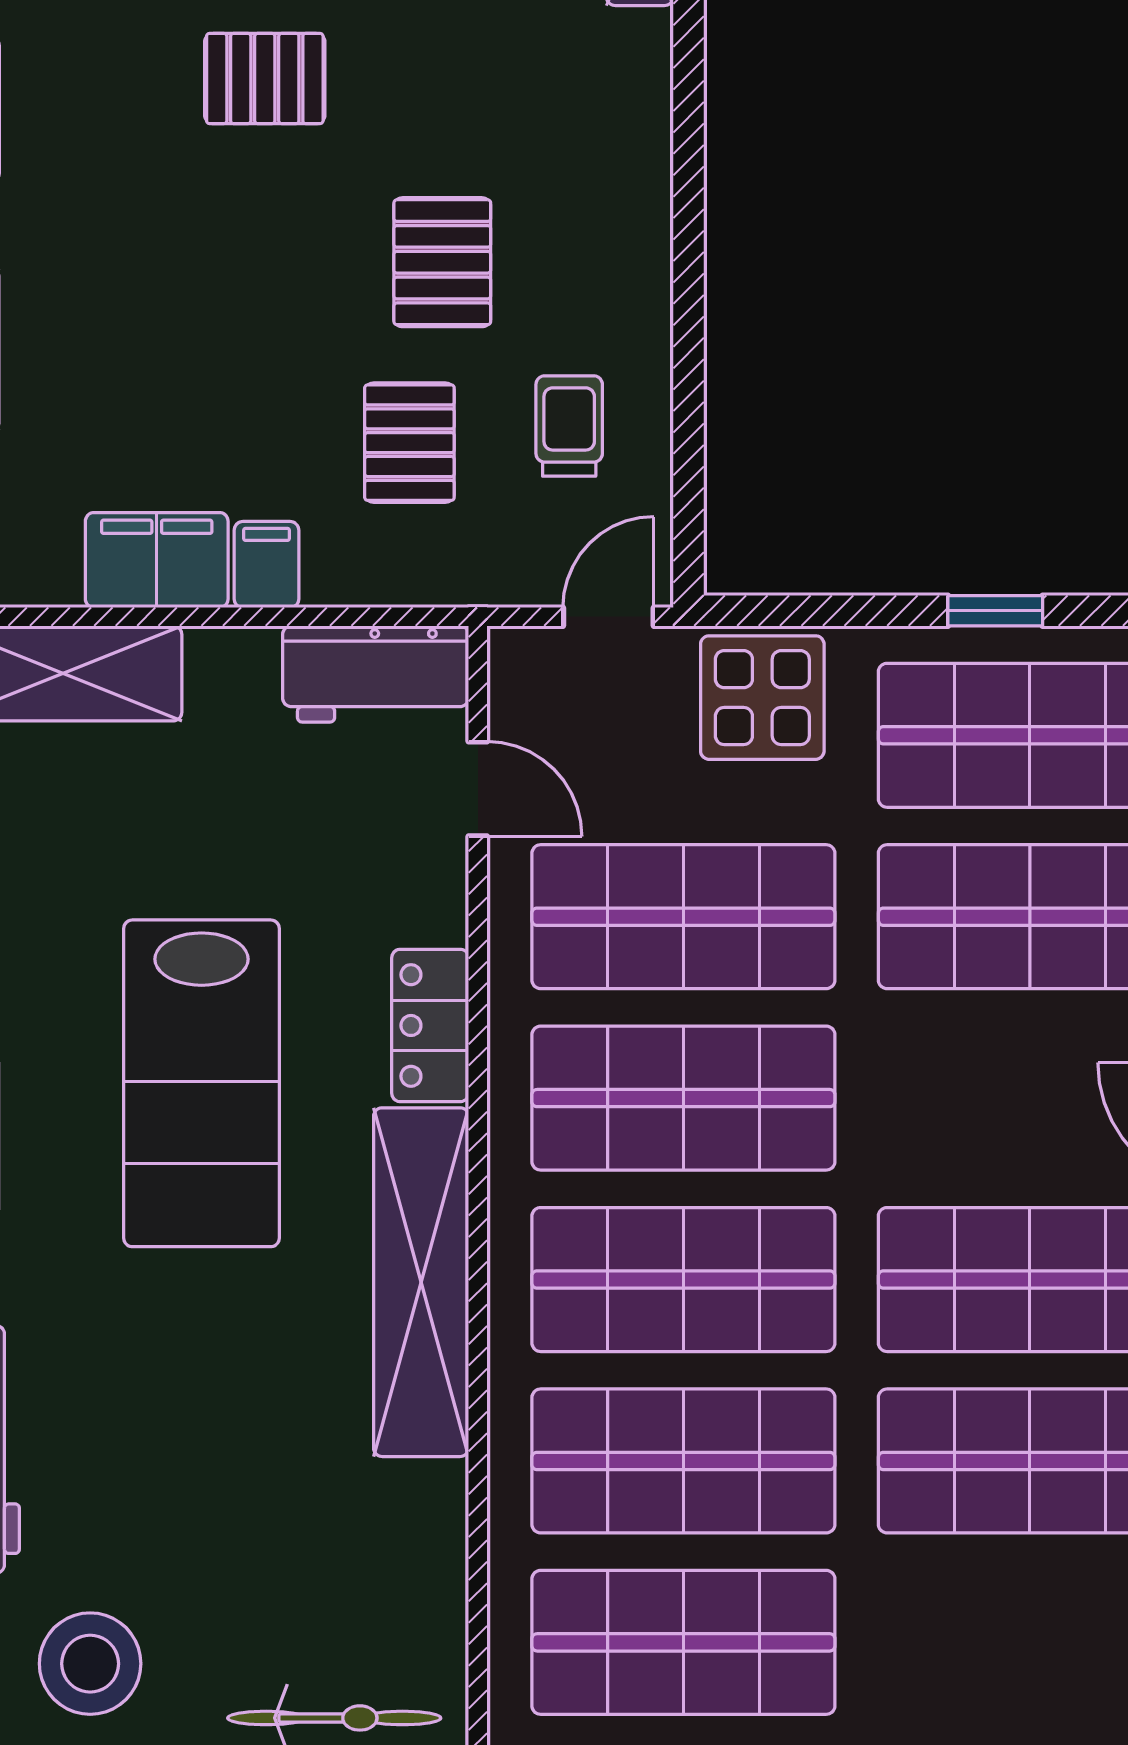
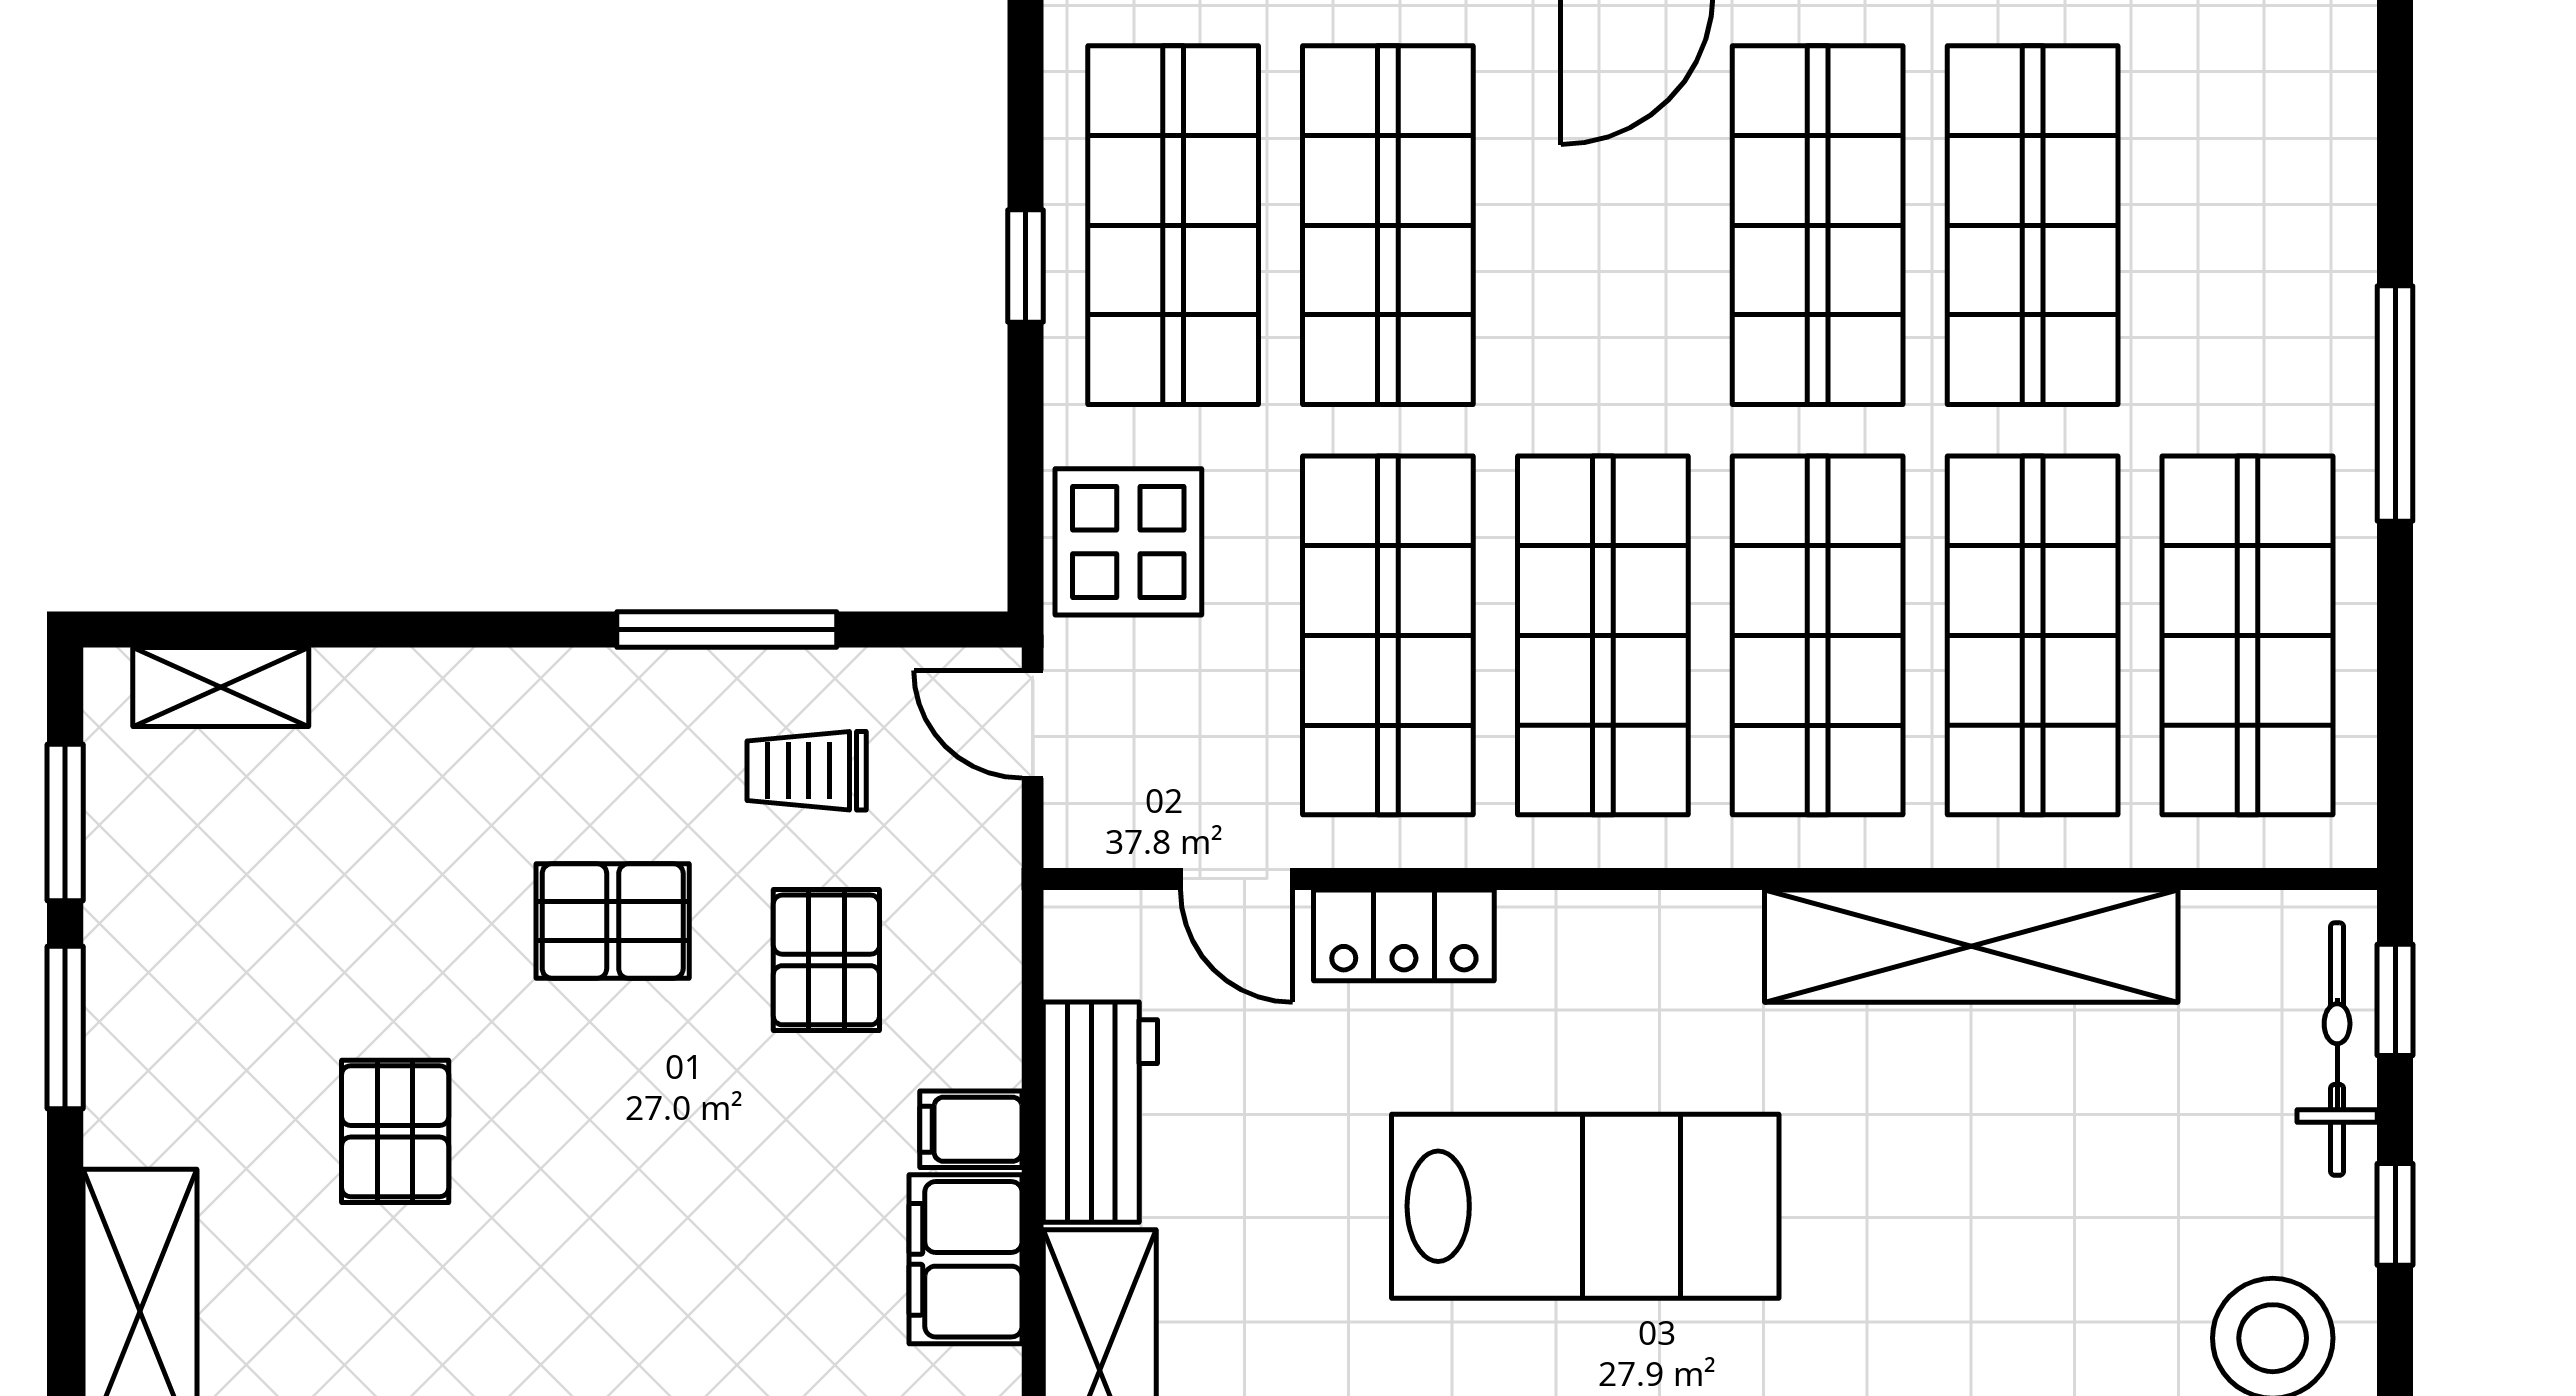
window: (688, 359) -> (727, 629), added
pallet: (409, 443) -> (826, 960), turned 90
workbench: (376, 674) -> (1100, 1112), moved
door: (478, 789) -> (1236, 879), swing flipped
locker: (430, 1025) -> (1404, 935), moved
shelving: (421, 1282) -> (1971, 946), moved

